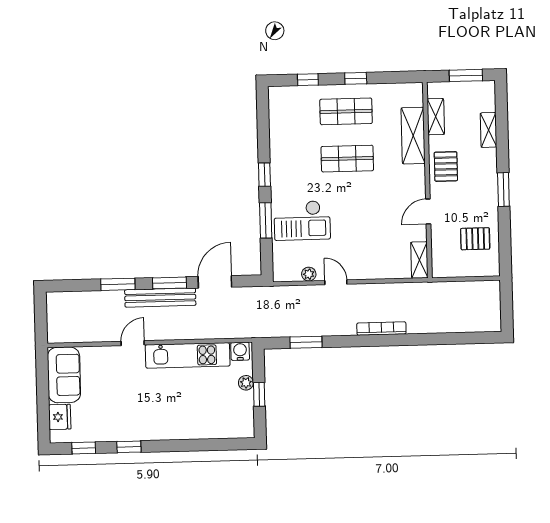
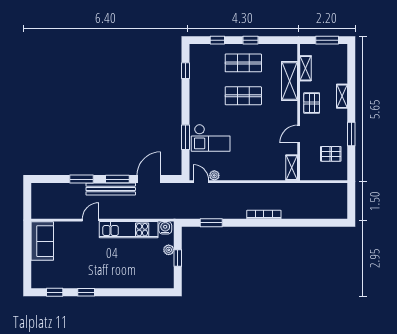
shelving: (489, 130) -> (342, 96), moved
window: (264, 175) -> (185, 71), moved
window: (503, 190) -> (351, 134), moved
door: (336, 282) -> (201, 182), moved
fridge: (60, 417) -> (39, 270), removed

